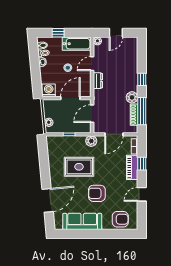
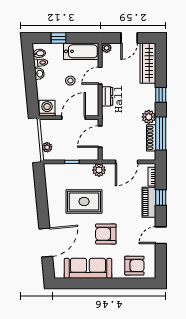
wardrobe: (131, 53) -> (148, 63), added

